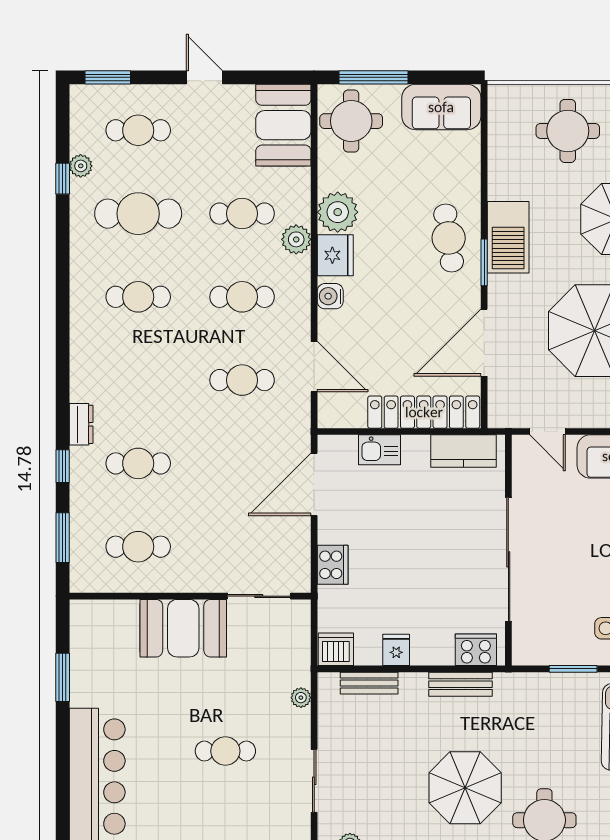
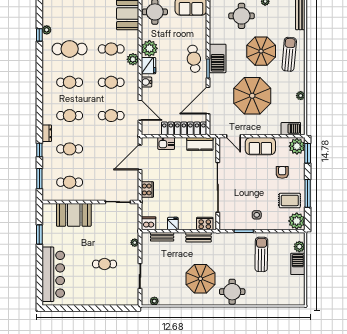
cafe table: (138, 130) -> (70, 116), moved
booth: (183, 628) -> (74, 215), moved

